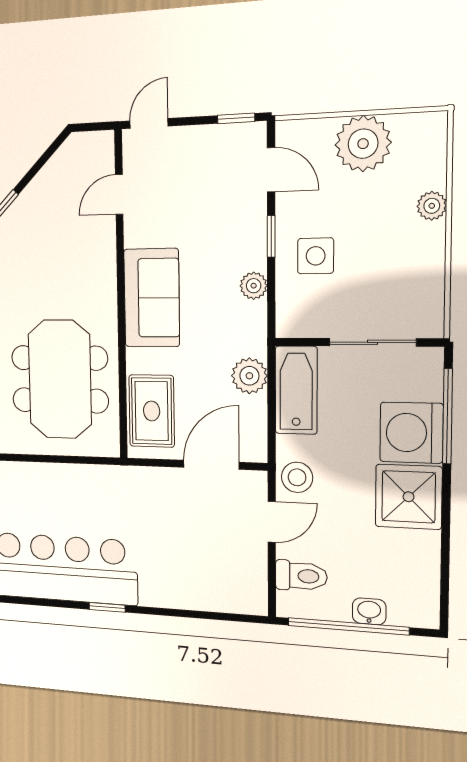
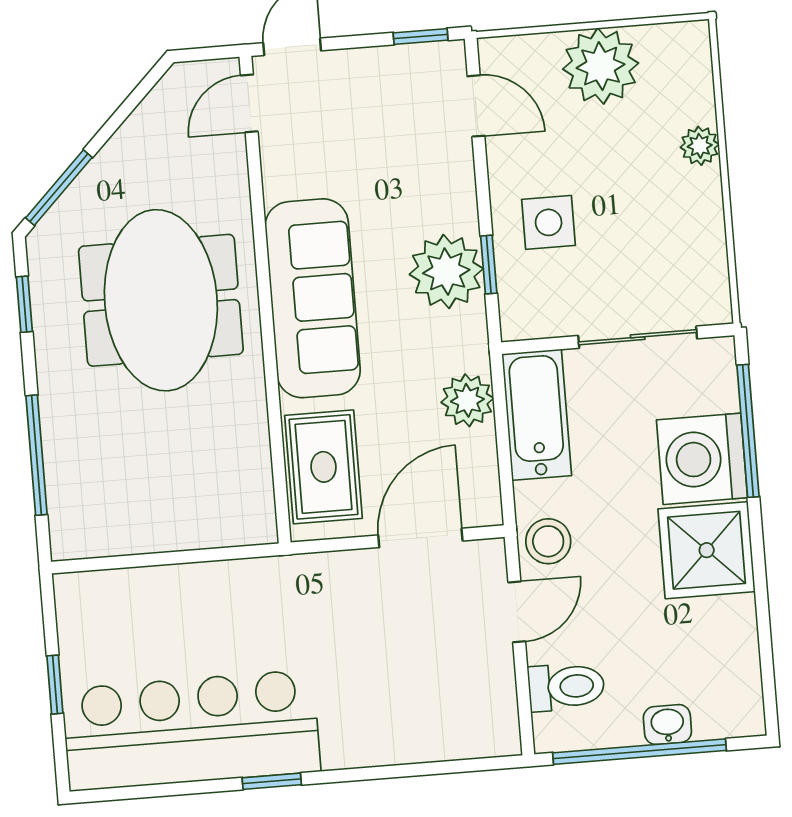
door: (119, 194) -> (249, 103), moved
window: (271, 236) -> (489, 265), moved
plant: (254, 286) -> (446, 271), width x1.87, depth x1.87
sofa: (152, 298) -> (313, 298), width x1.36
meeting table: (60, 379) -> (161, 300), moved

